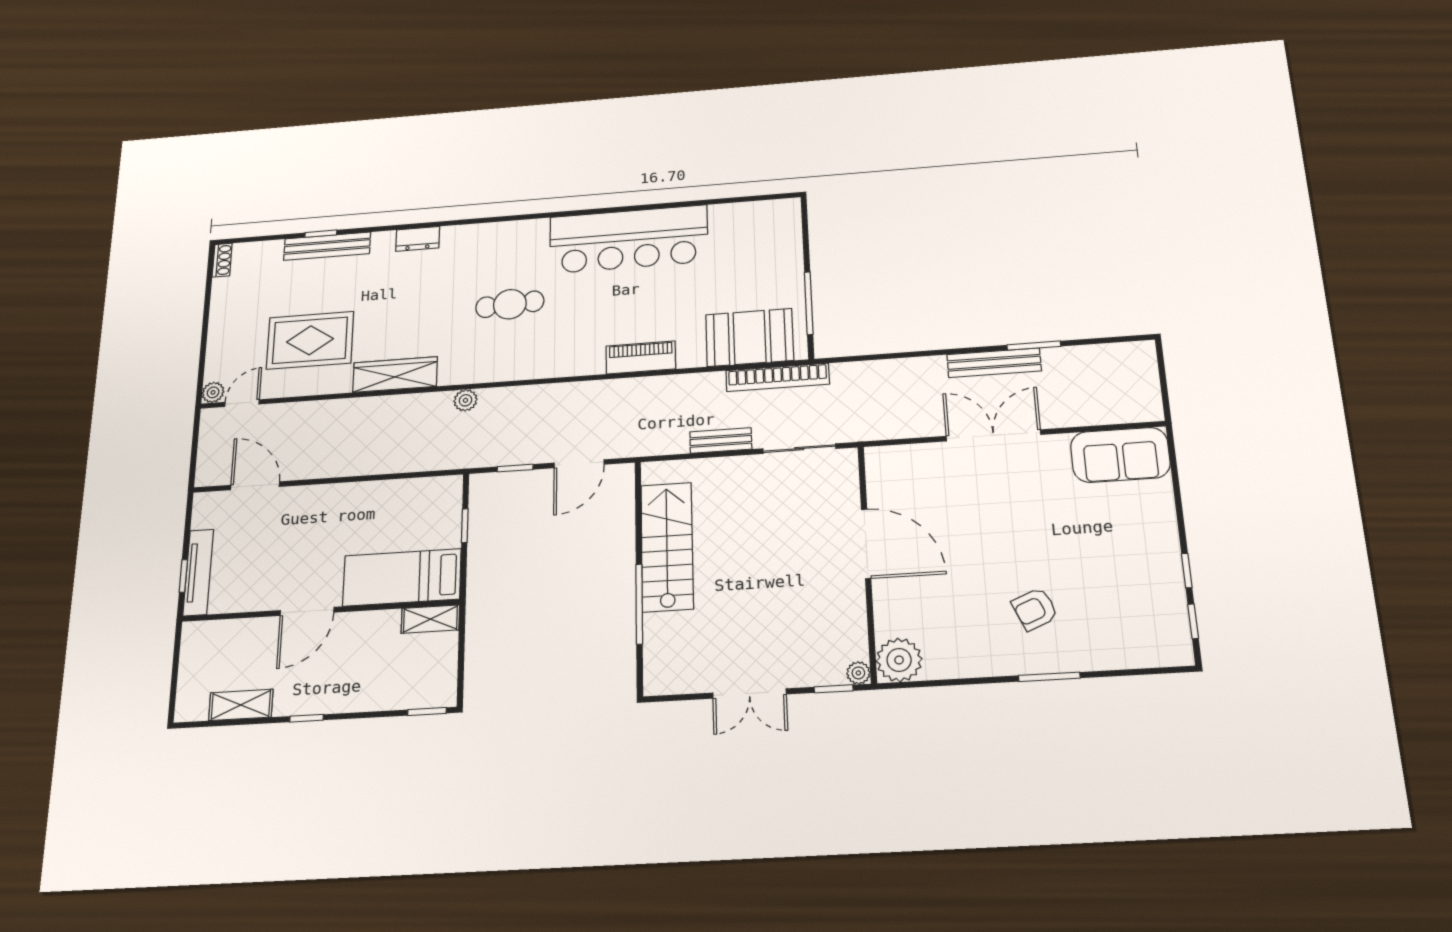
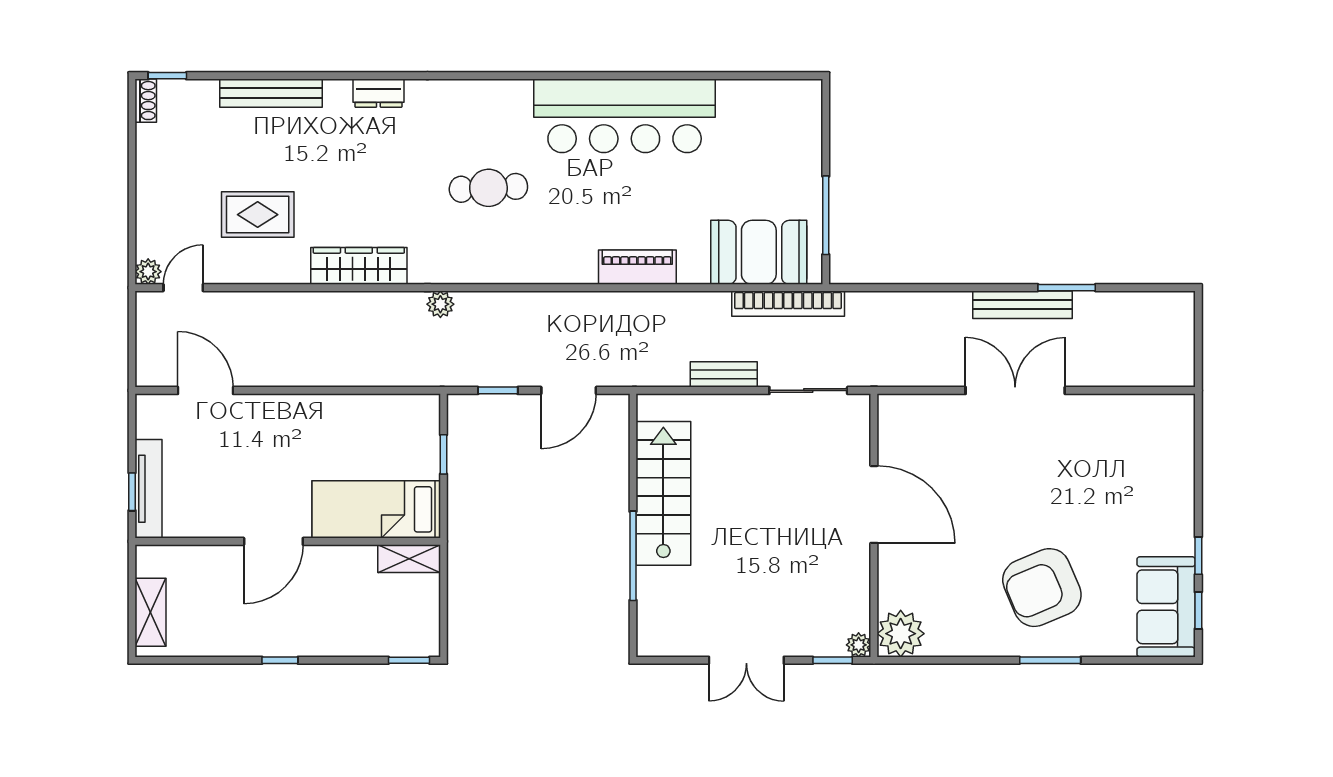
window: (321, 234) -> (167, 76), moved
rug: (310, 340) -> (258, 215), width x0.73, depth x0.70
sofa: (1120, 455) -> (1166, 607), moved, turned 90
armchair: (1035, 609) -> (1042, 588), width x1.88, depth x1.88
shelving: (241, 705) -> (150, 612), moved, turned 90

